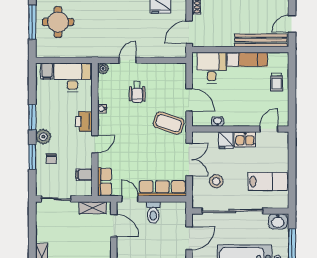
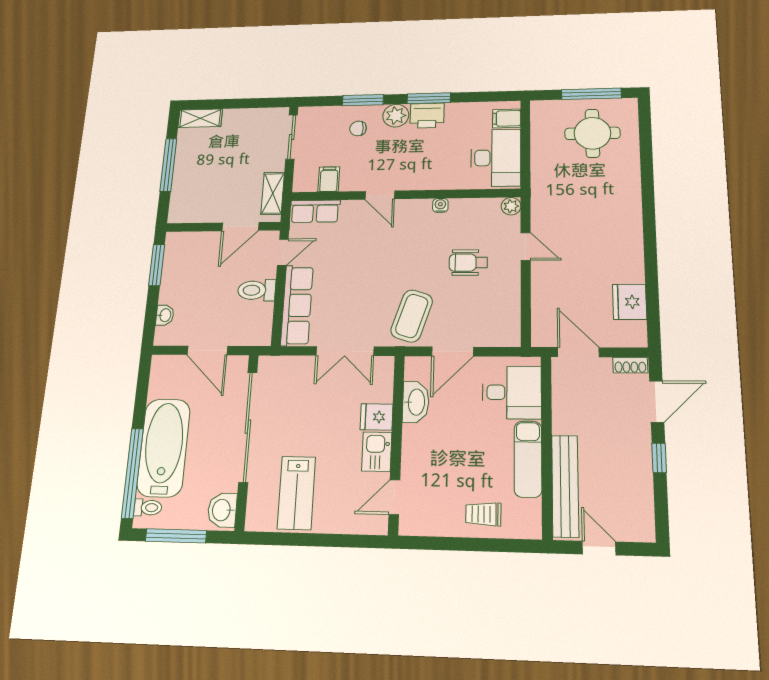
washbasin: (218, 121) -> (416, 402), width x1.91, depth x1.45
printer: (84, 122) -> (427, 116), moved, turned 180
door: (269, 129) -> (394, 497), swing flipped
stool: (216, 181) -> (303, 398), removed

